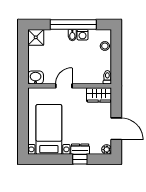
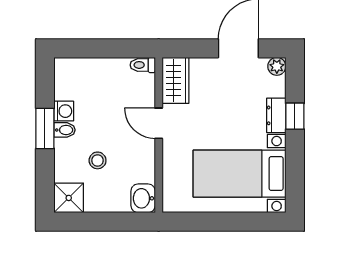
window: (73, 25) -> (45, 128), width x0.47
stool: (105, 46) -> (98, 160), moved
door: (64, 86) -> (159, 123), moved

